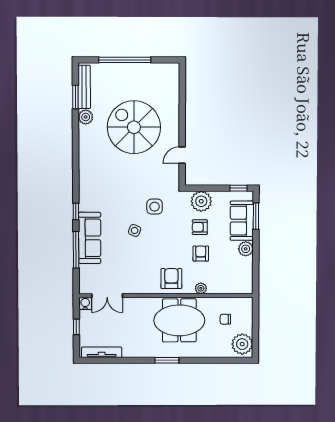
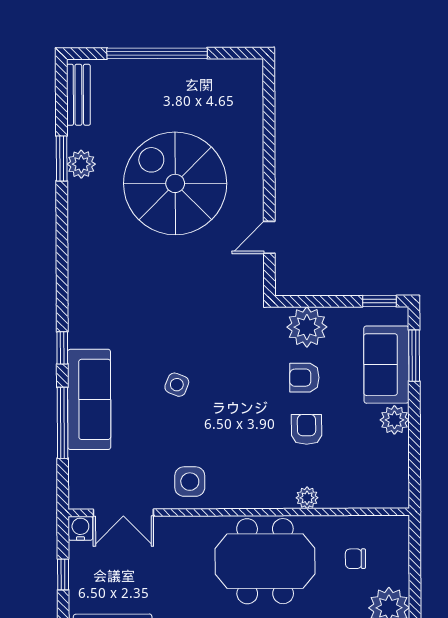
bench: (84, 87) -> (78, 95), width x0.73
window: (75, 97) -> (62, 158), moved
side table: (155, 207) -> (190, 482), moved
armchair: (171, 279) -> (249, 479), removed

